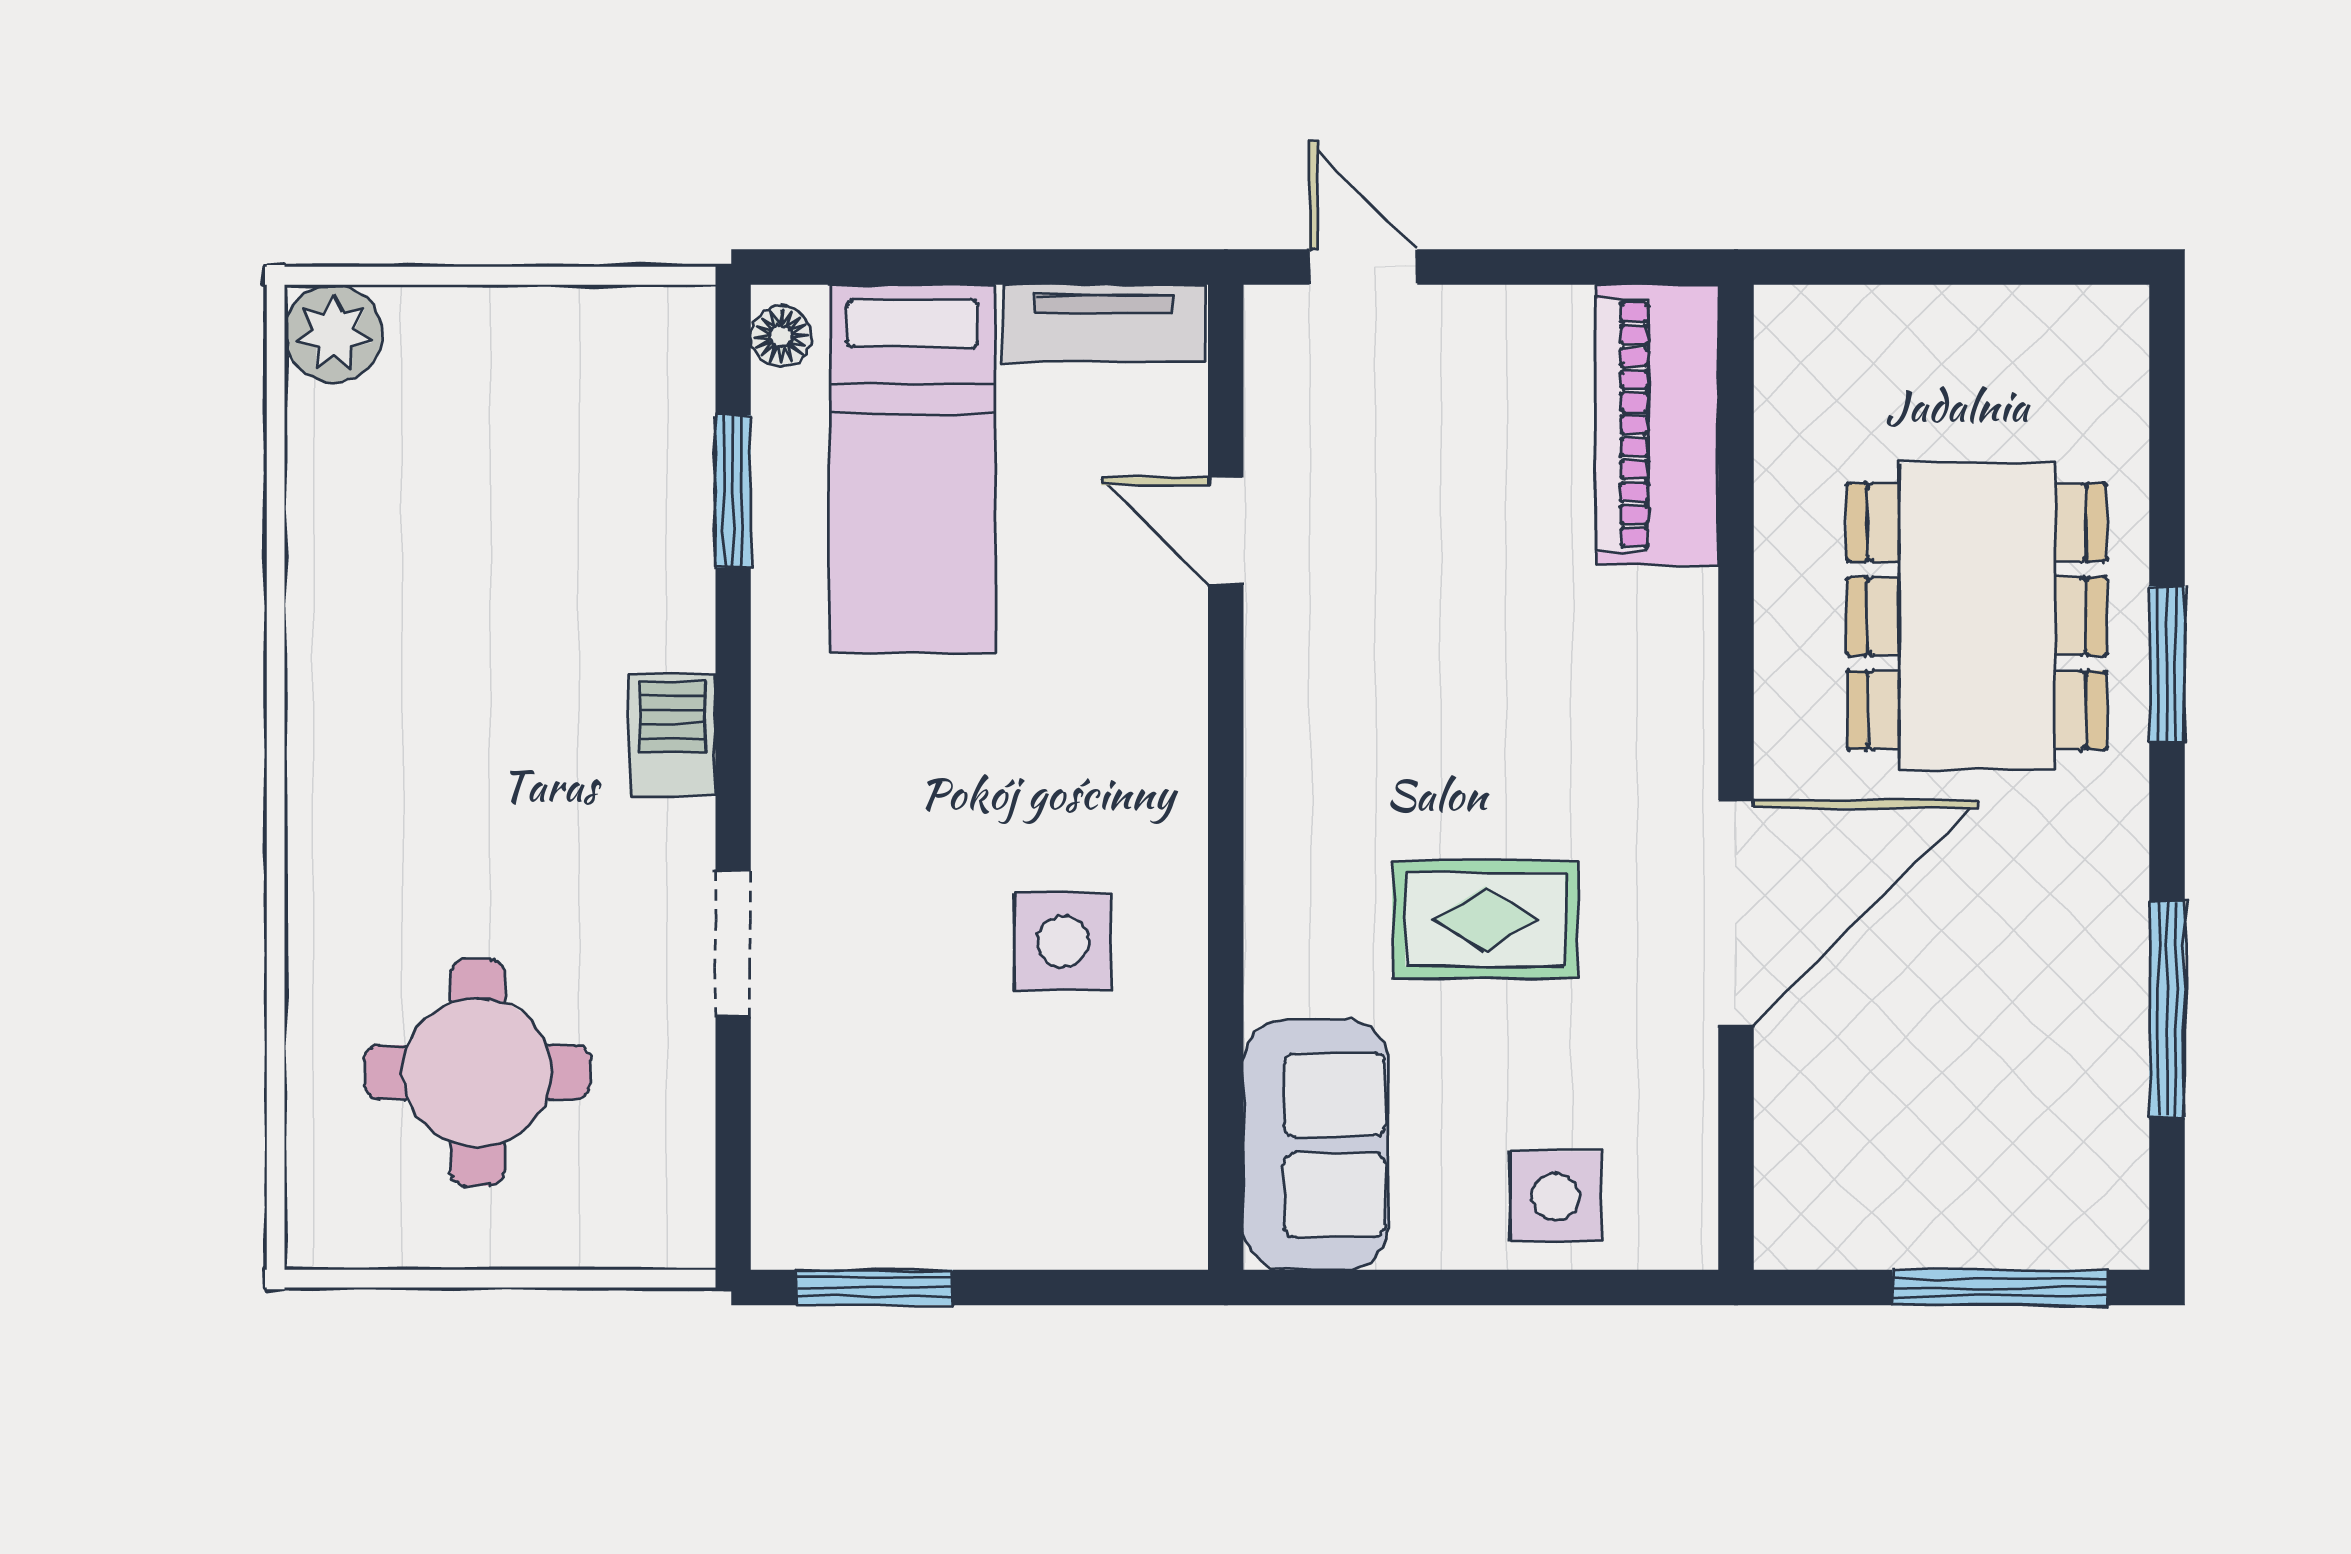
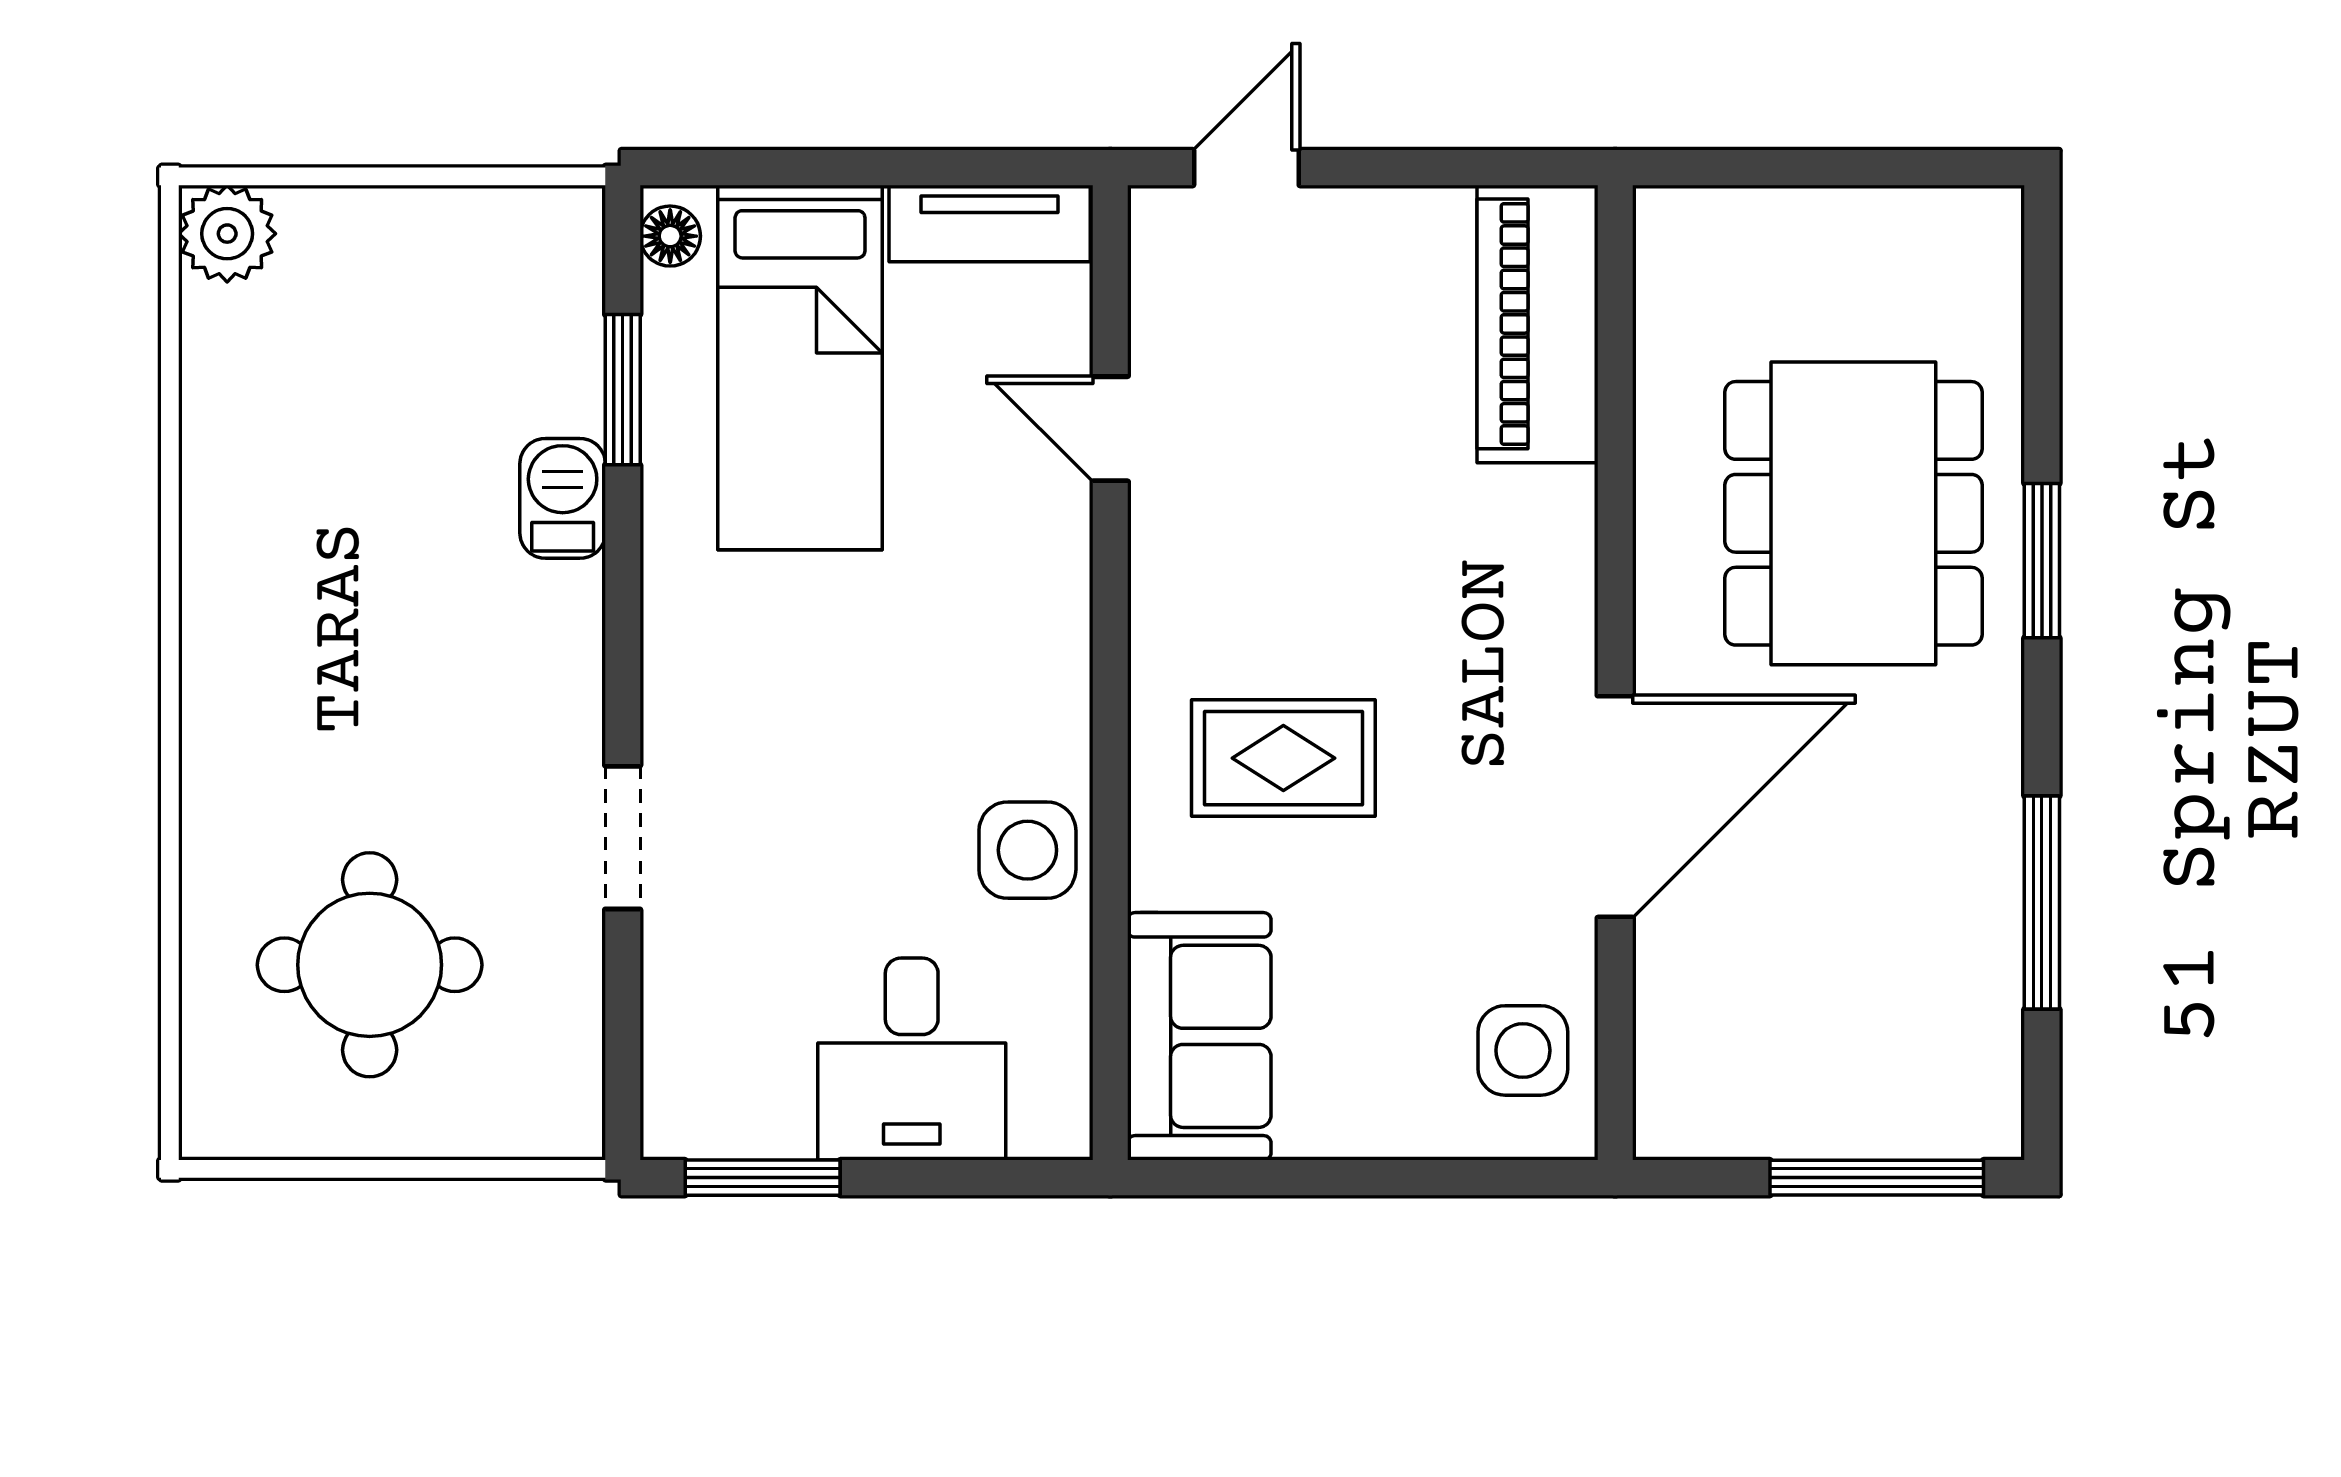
door: (1363, 267) -> (1246, 168), hinge flipped
barbecue: (672, 735) -> (563, 498), moved
rug: (1485, 919) -> (1283, 758), moved
side table: (1063, 942) -> (1027, 850), moved
desk: (1025, 1168) -> (912, 1059), added
side table: (1556, 1197) -> (1523, 1050), moved

